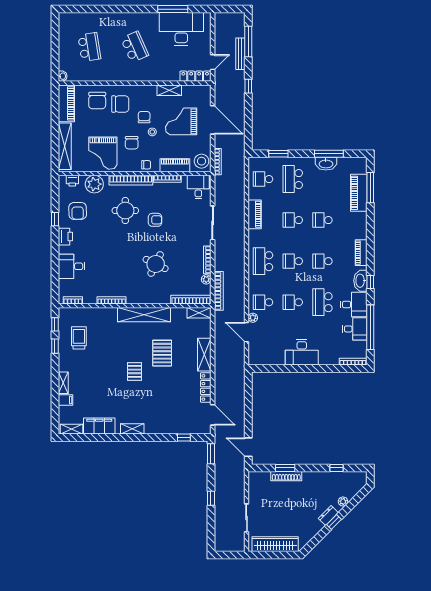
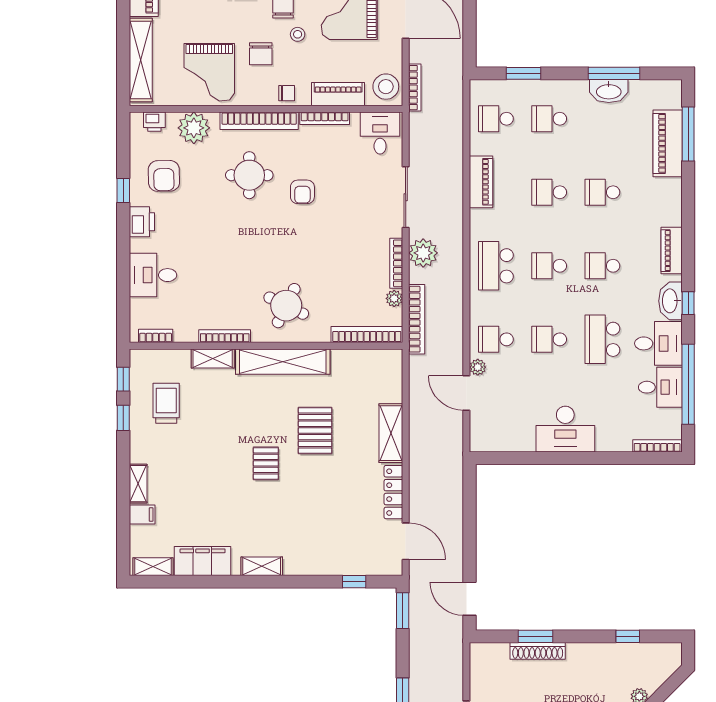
school desk: (293, 179) -> (549, 119), width x0.54
armchair: (155, 220) -> (302, 192), turned 90
plant: (222, 254) -> (423, 253), added
round table: (156, 264) -> (286, 306), moved
shelving: (199, 313) -> (213, 358), moved

